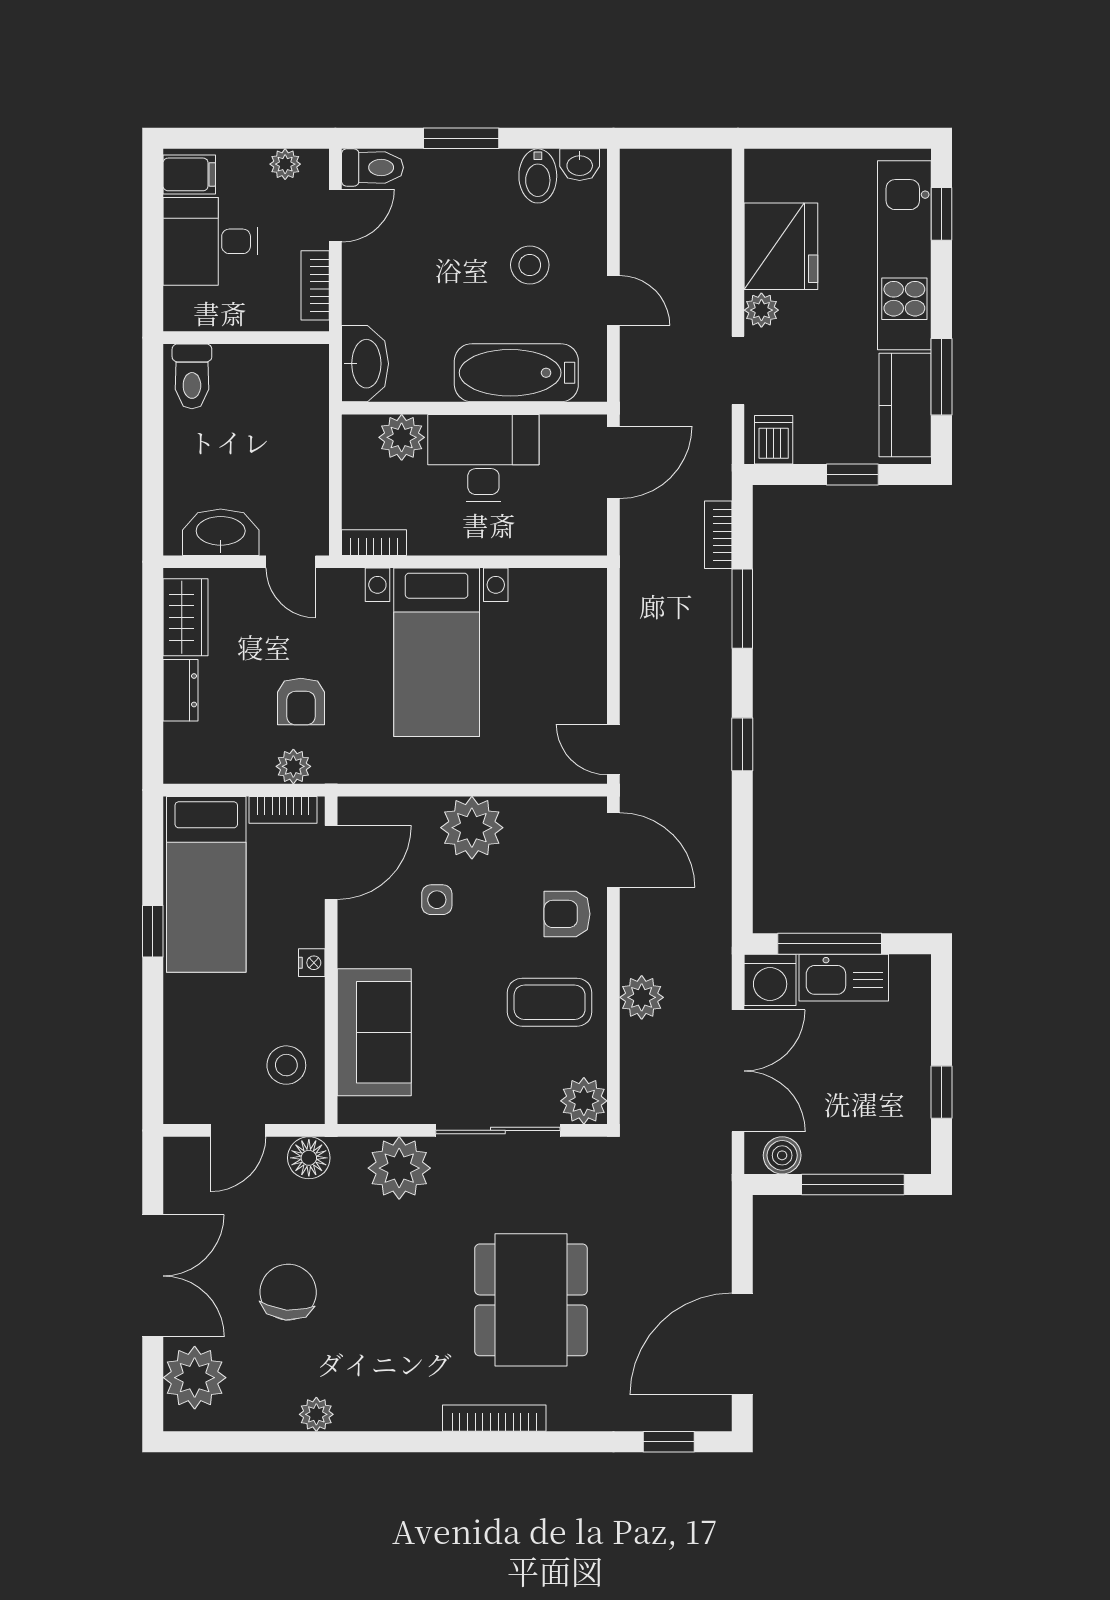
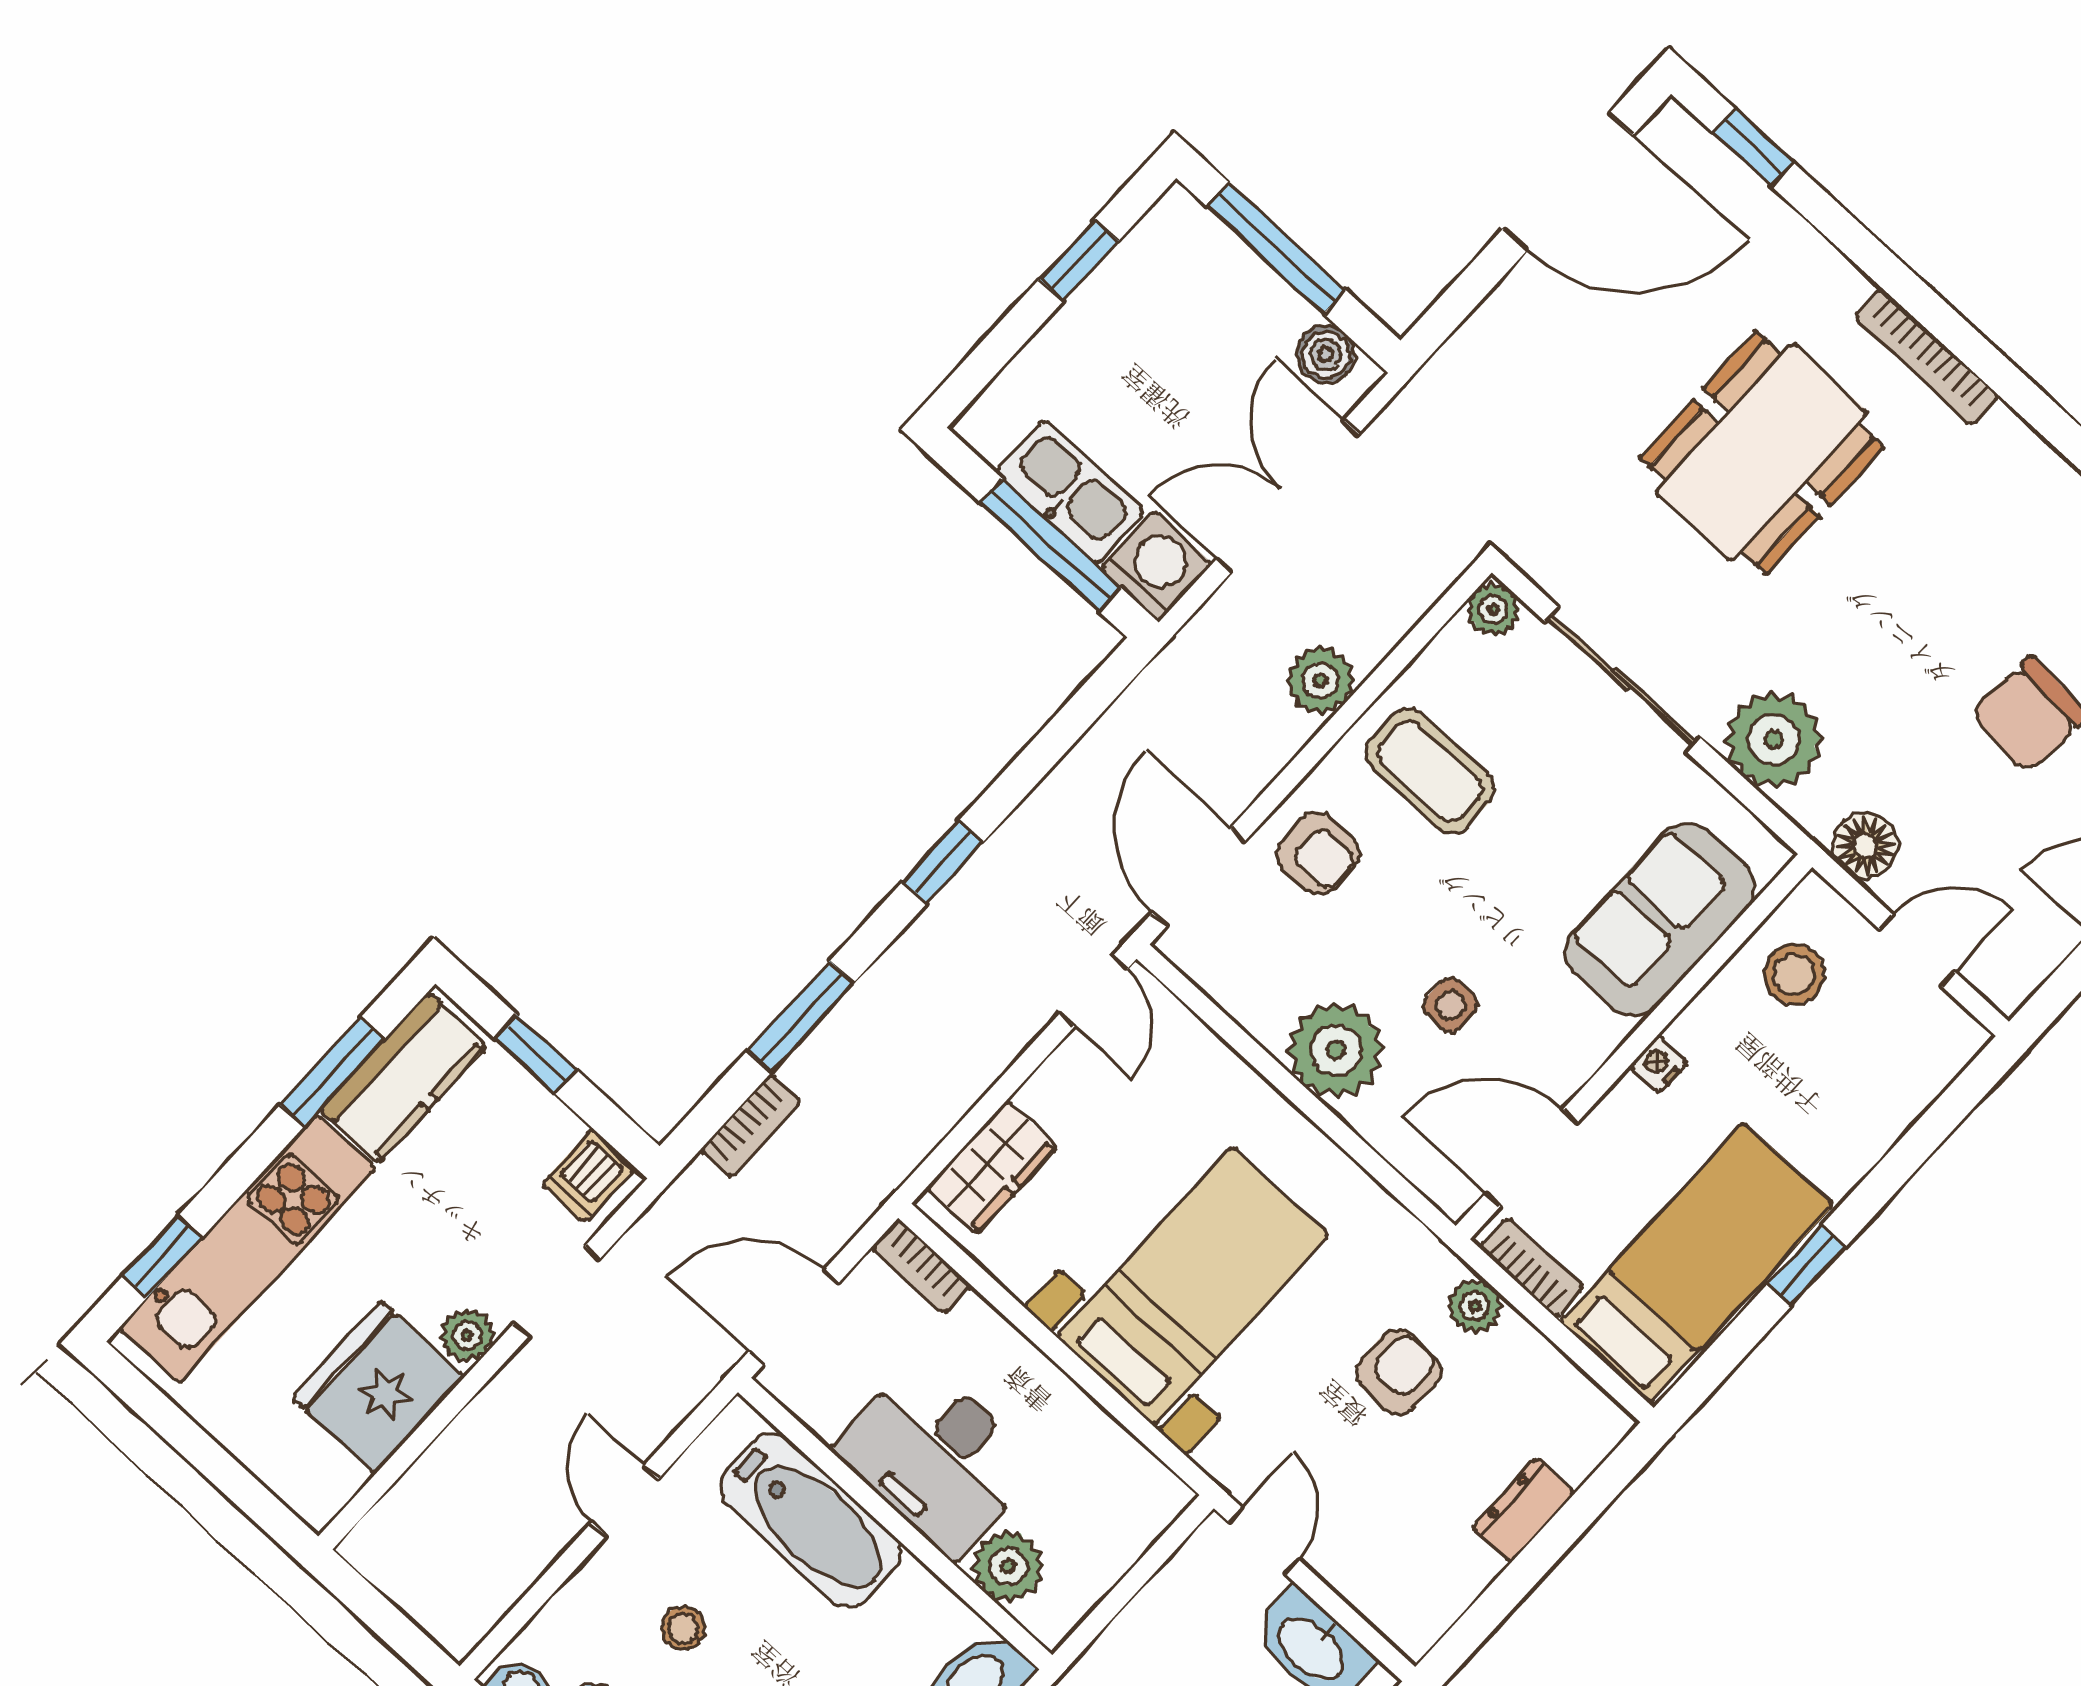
stool: (530, 265) -> (683, 1628), width x0.73, depth x0.73
bookcase: (374, 543) -> (921, 1266), moved
wardrobe: (185, 617) -> (992, 1167), moved, turned 180
plant: (584, 1101) -> (1493, 610), width x0.73, depth x0.73

